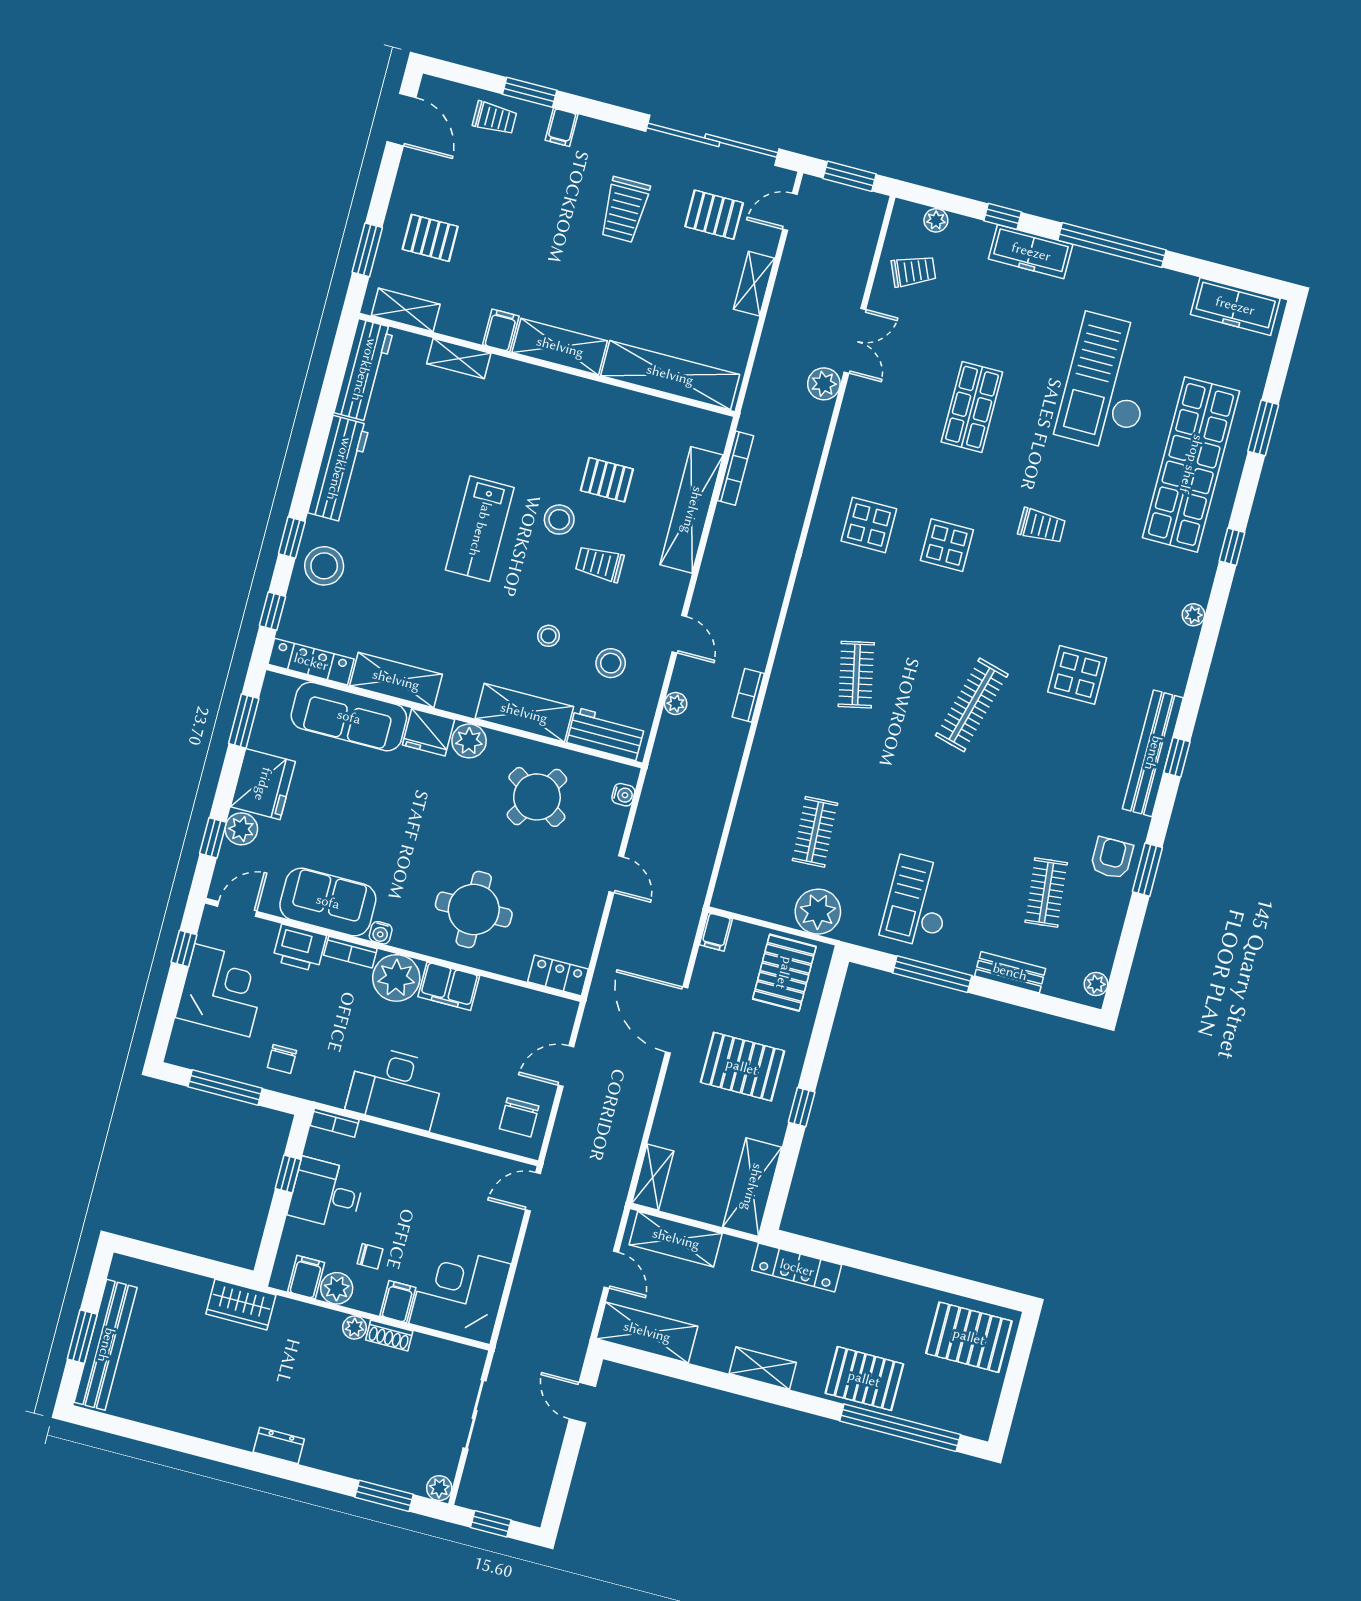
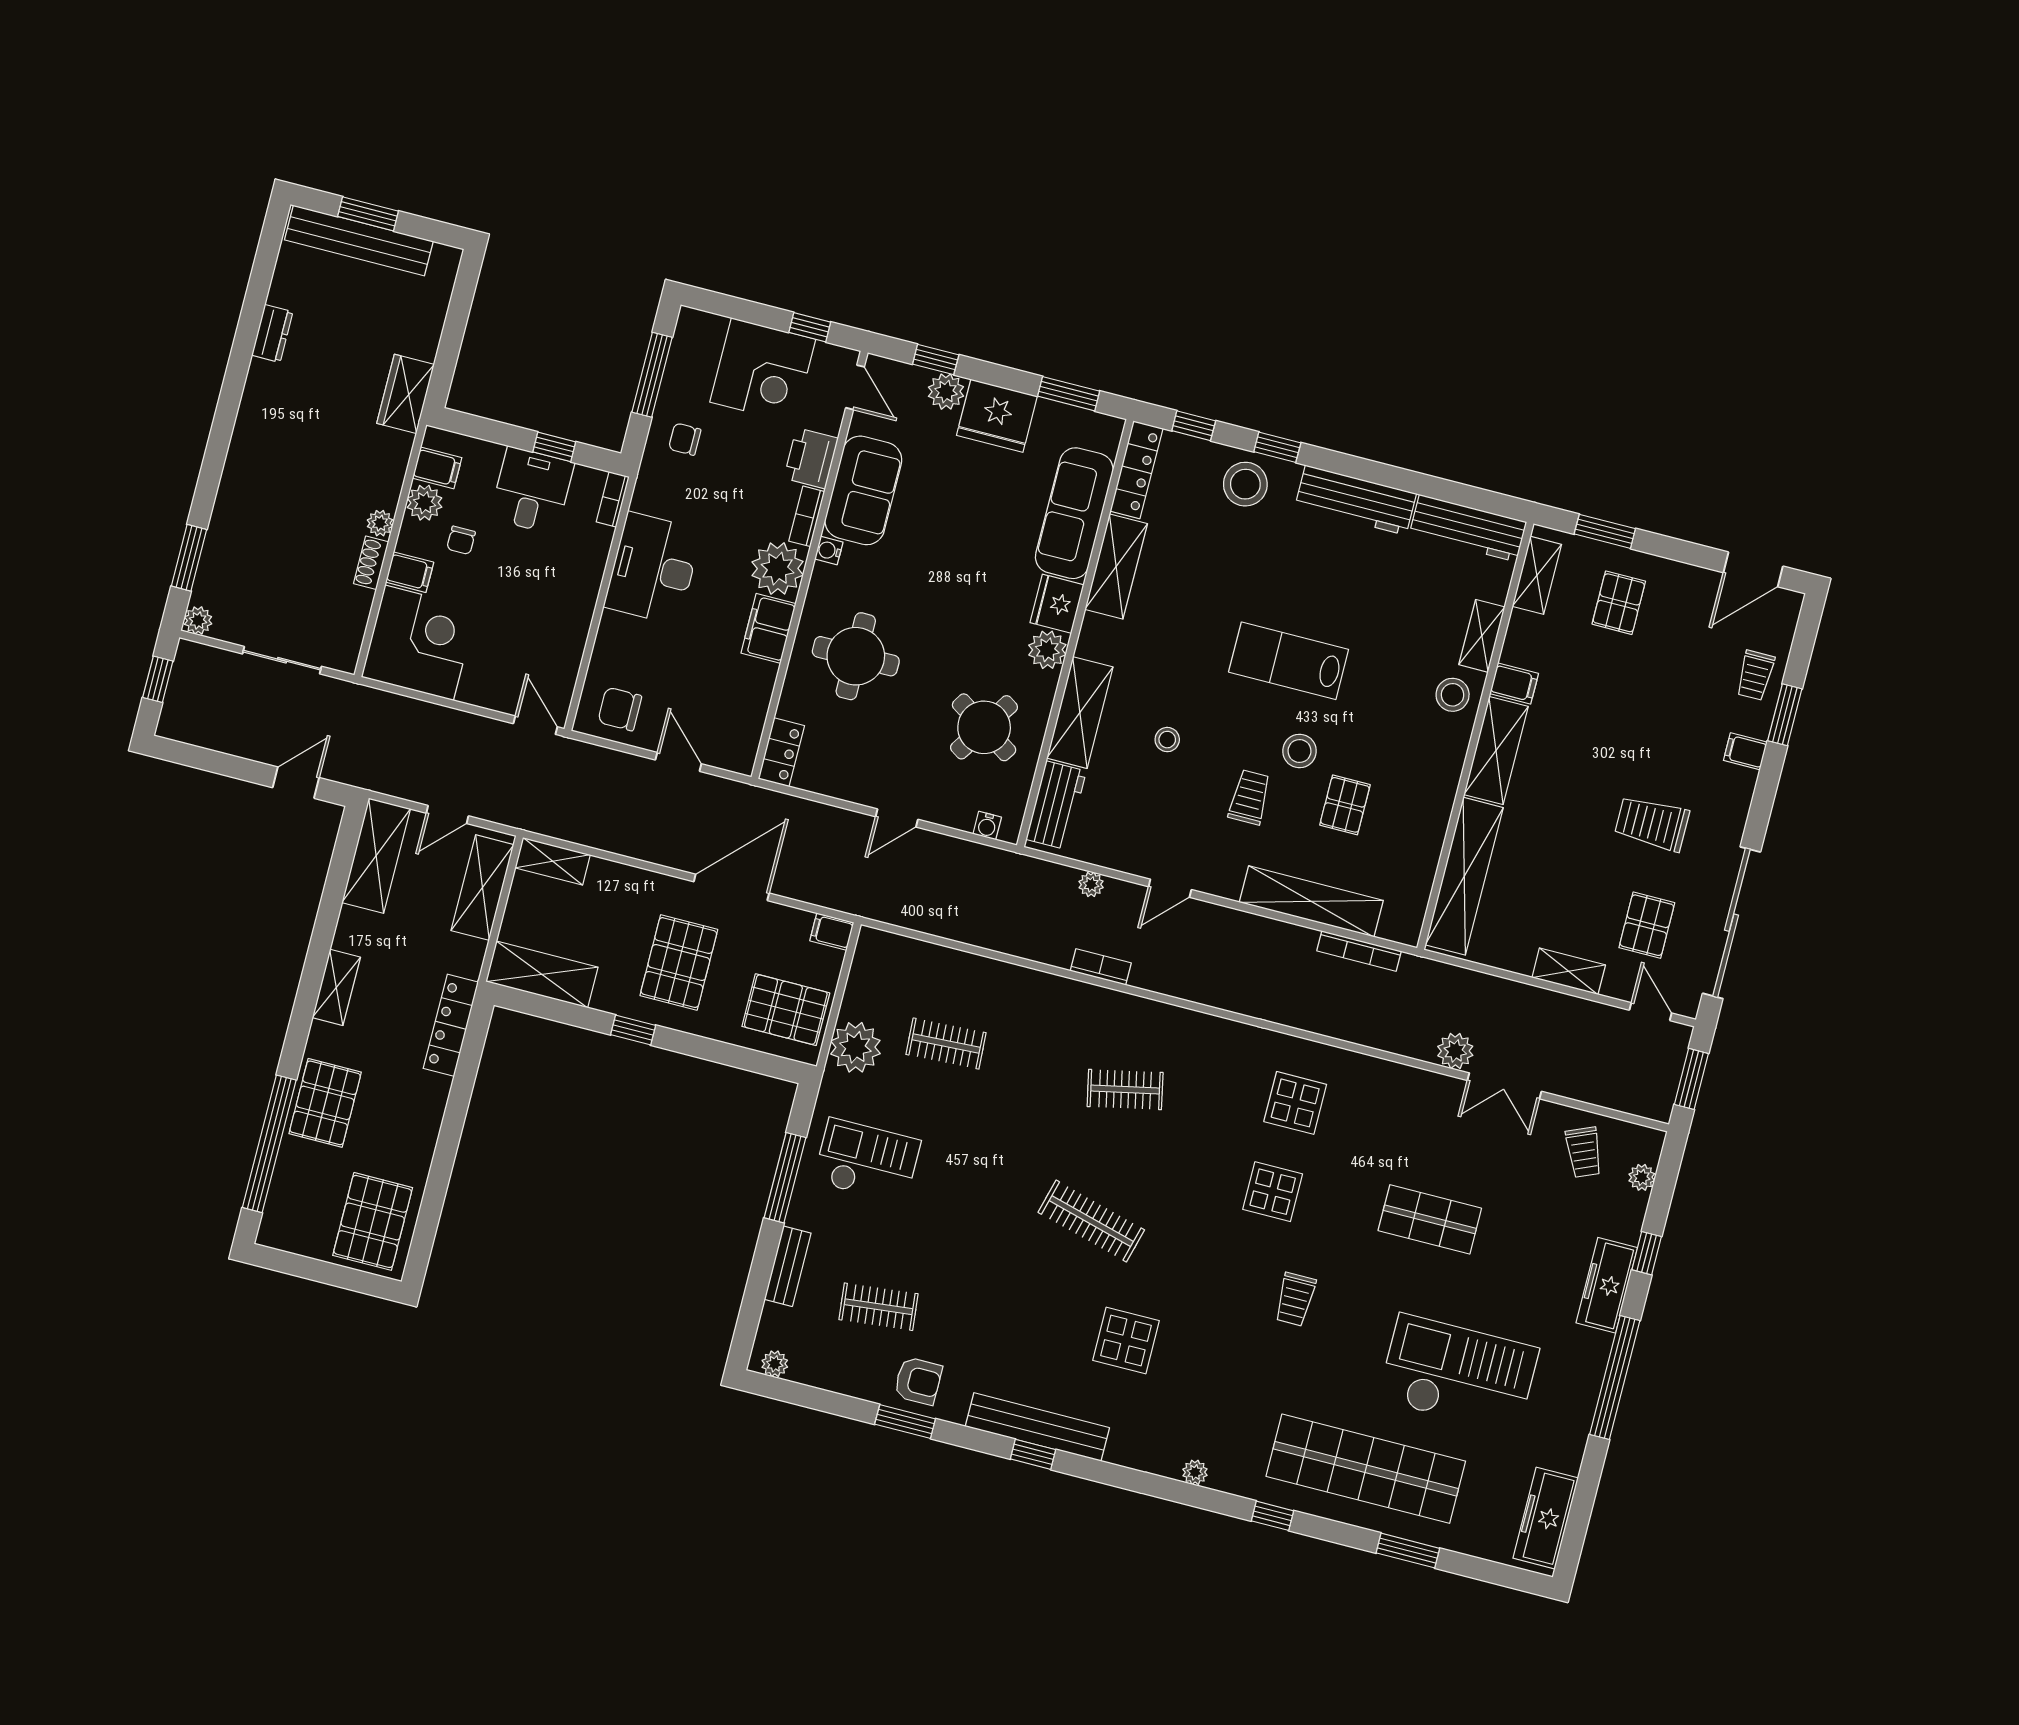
stool: (611, 663) -> (1453, 695), moved
dresser: (279, 1445) -> (272, 333), moved

